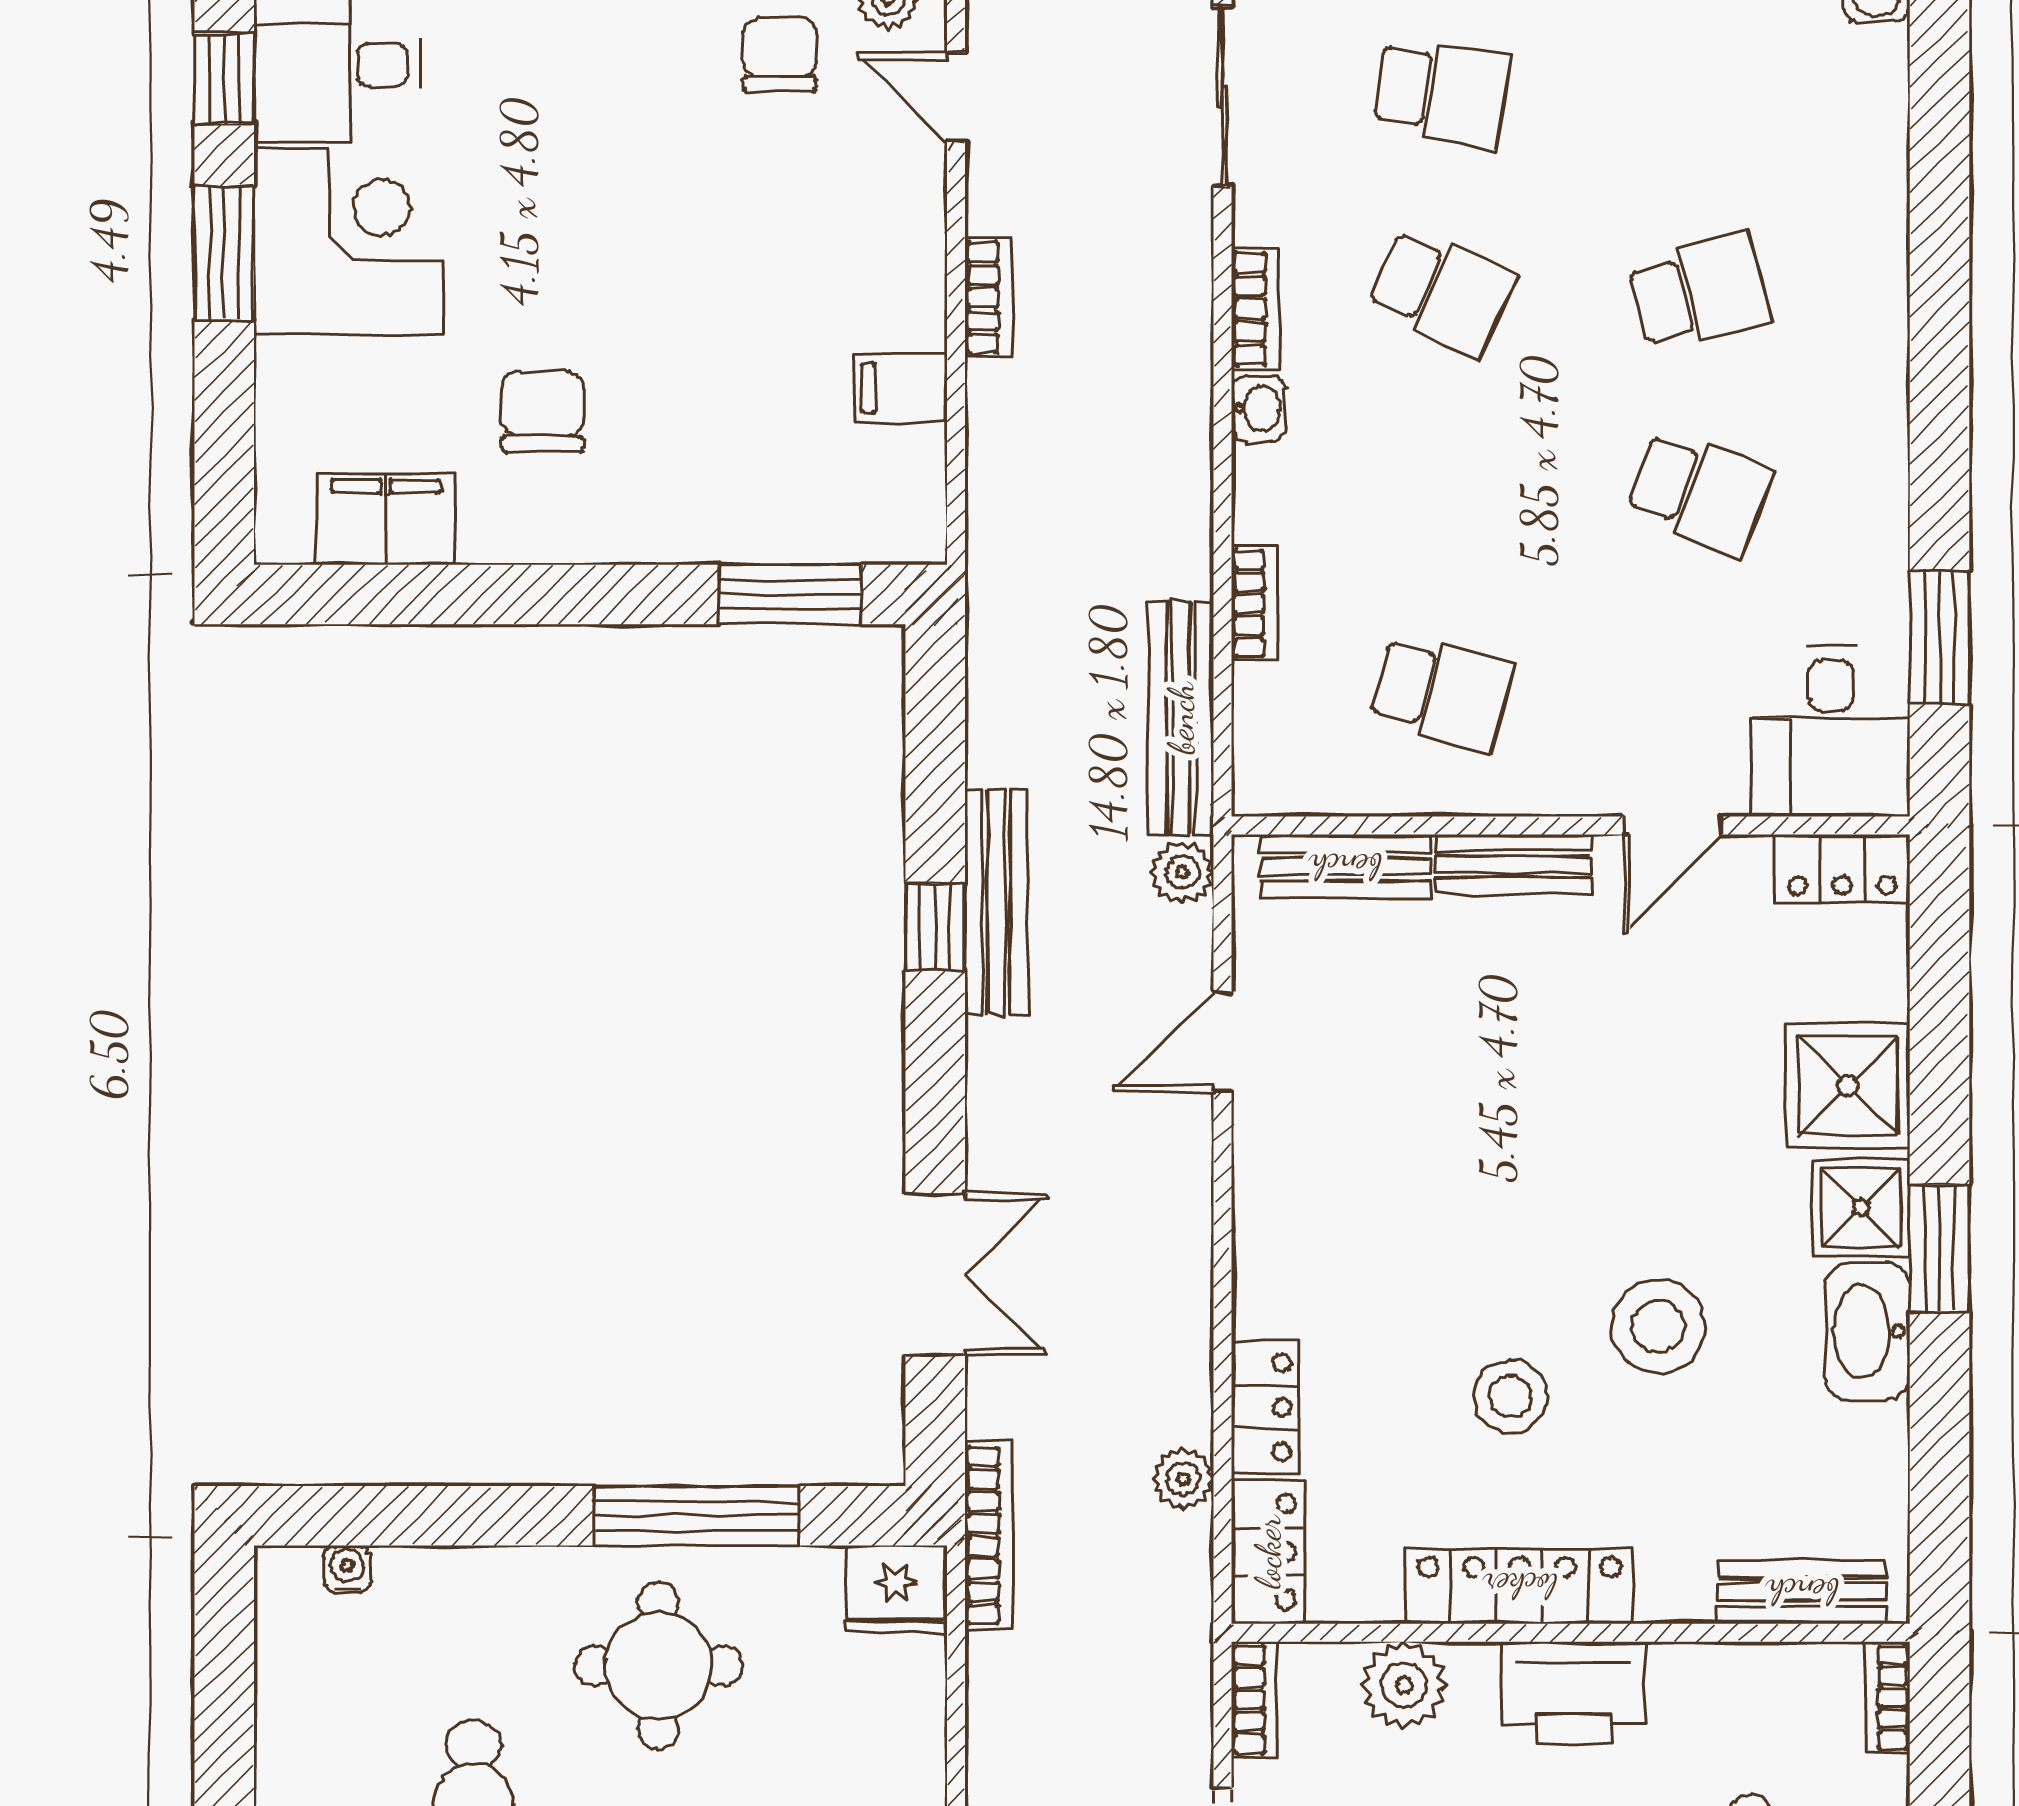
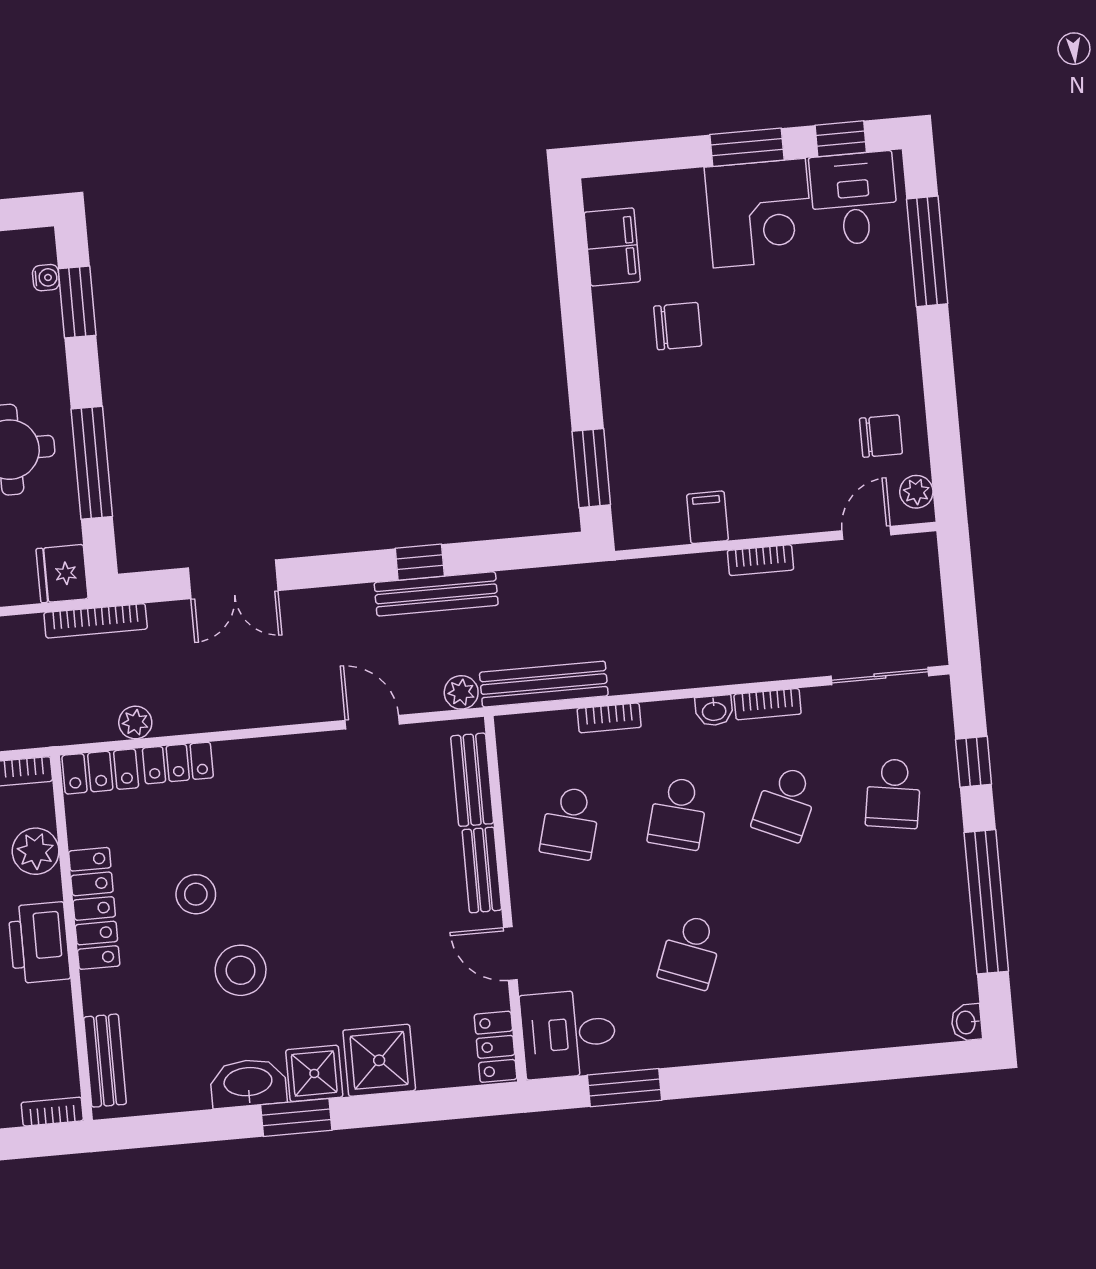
school desk: (1700, 292) -> (678, 813), moved, turned 30
window: (397, 1516) -> (77, 302), added

